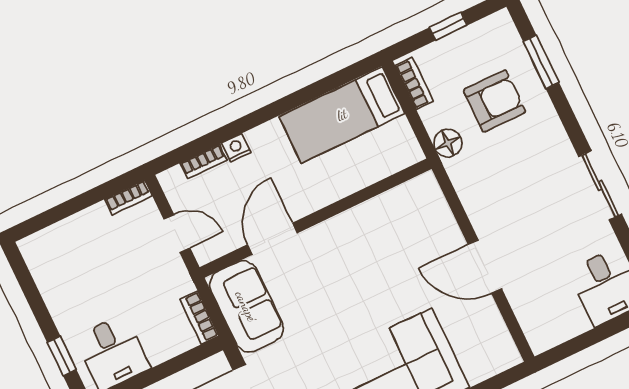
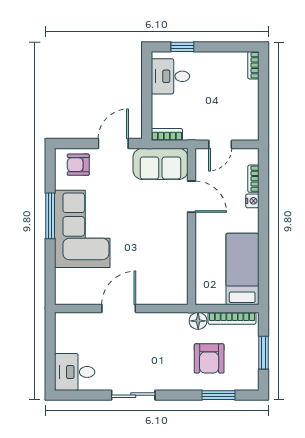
window: (448, 26) -> (263, 353), width x1.50
bookcase: (414, 83) -> (232, 318), width x1.56
bookcase: (128, 197) -> (253, 65), moved

